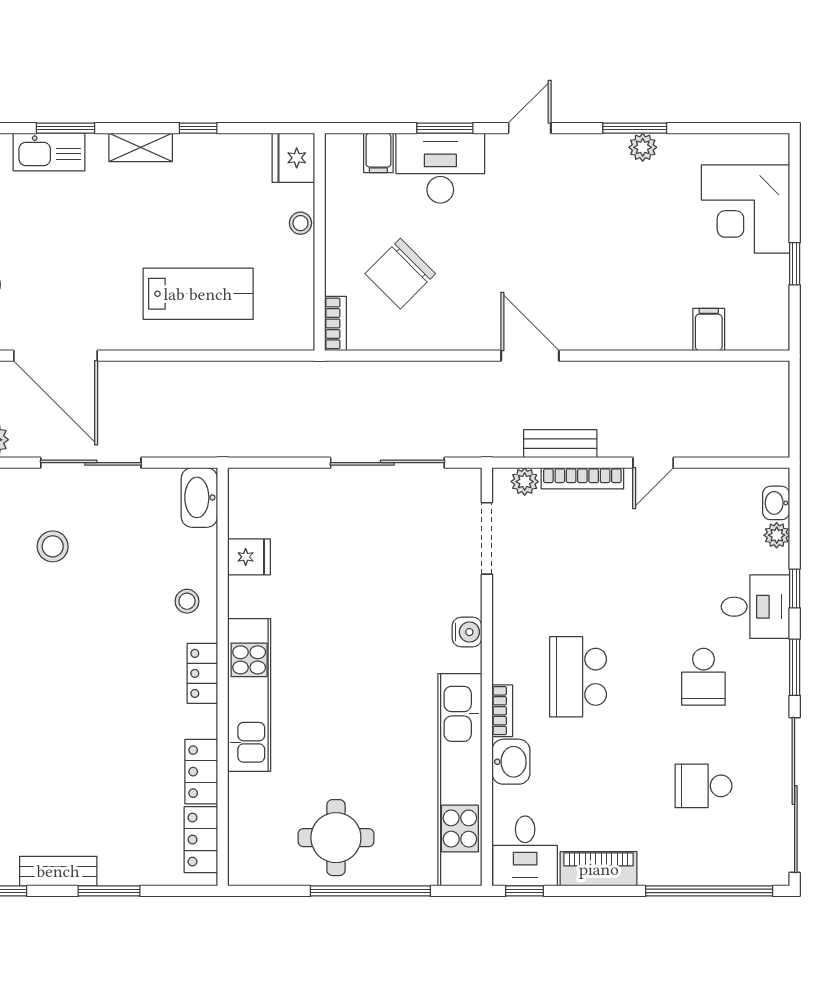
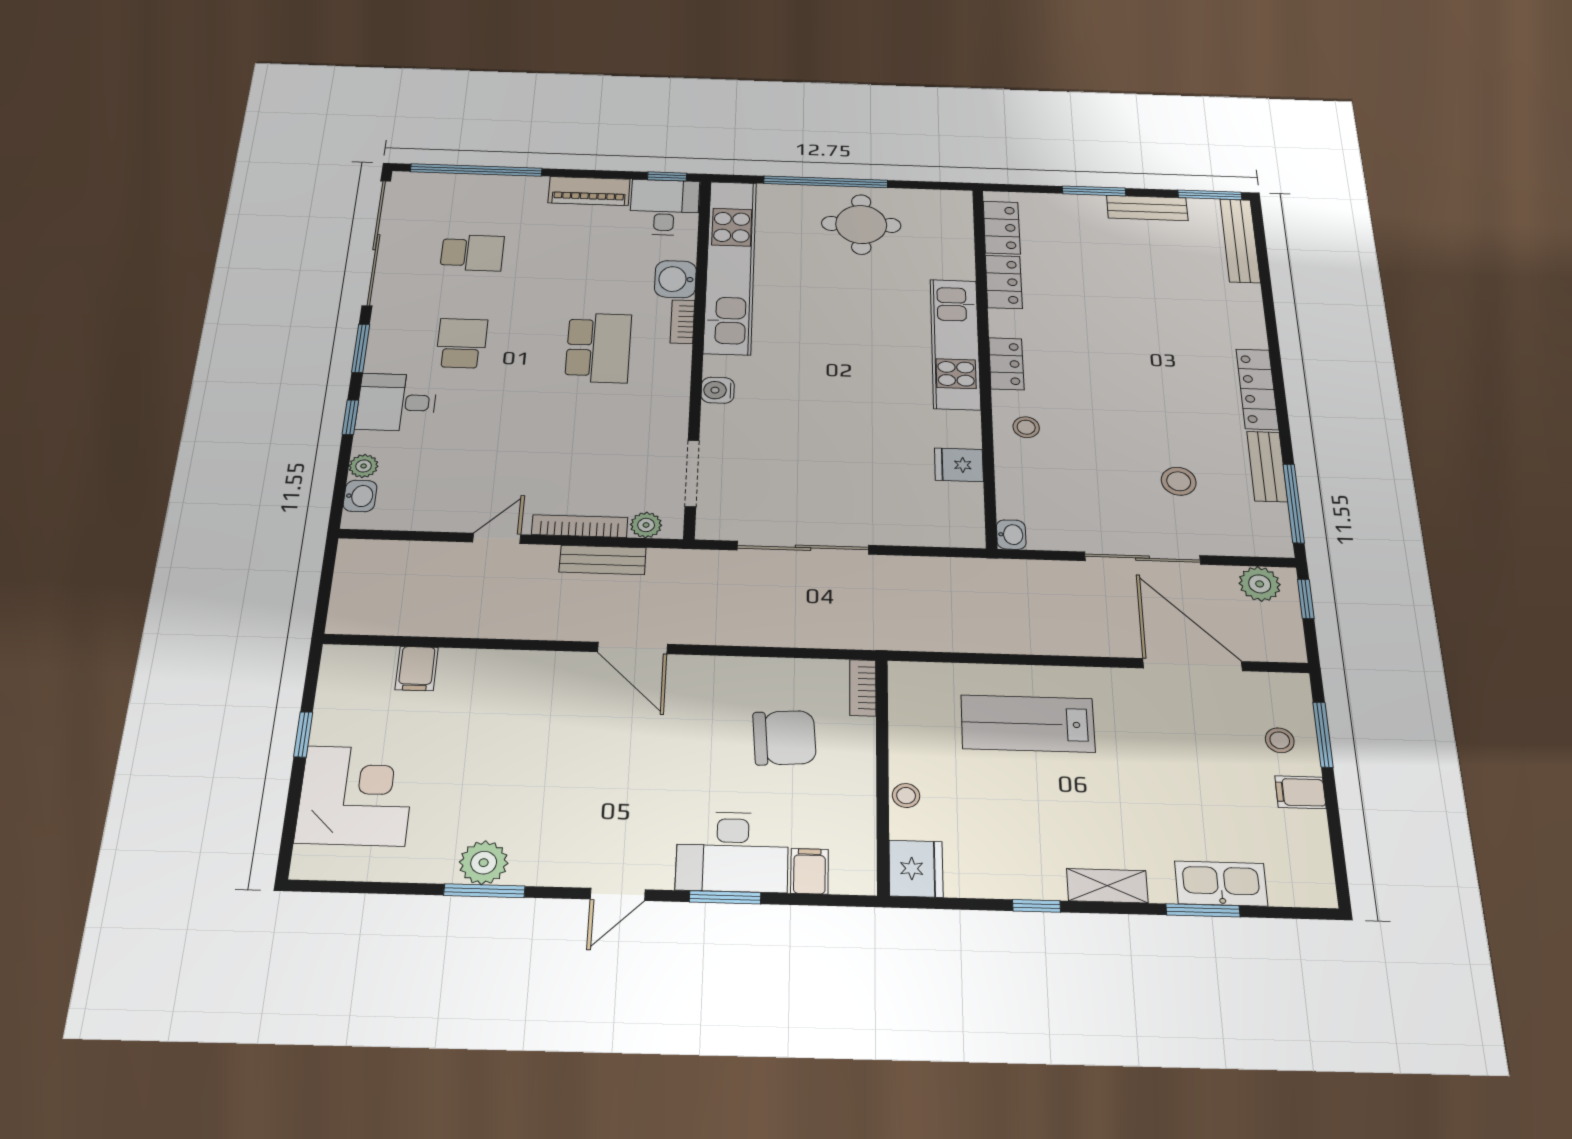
plant: (643, 147) -> (484, 863), width x1.38, depth x1.38
chair: (400, 274) -> (785, 738), turned 41
washbasin: (199, 497) -> (1011, 535), width x0.52, depth x0.69

